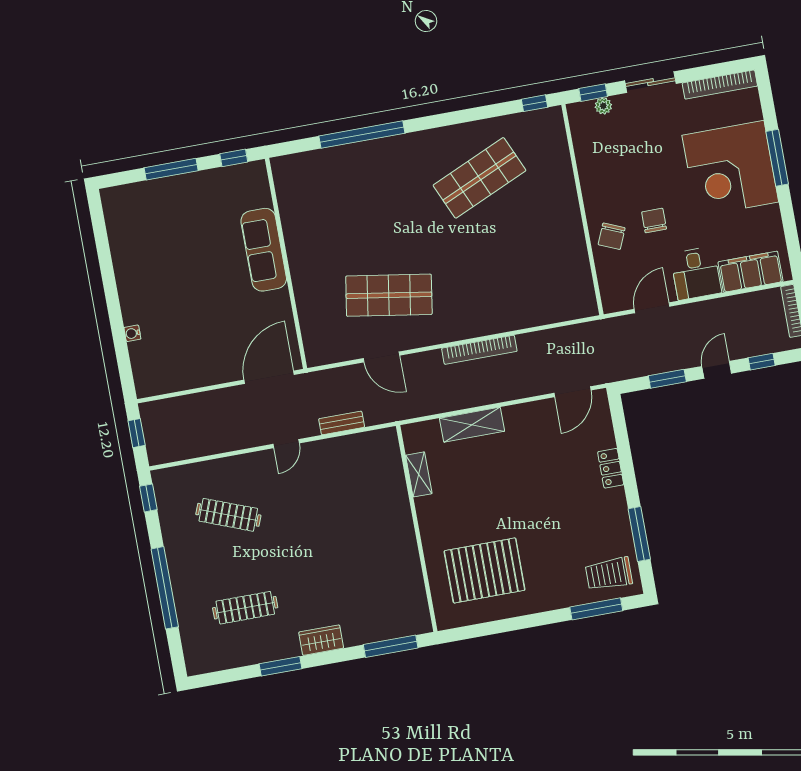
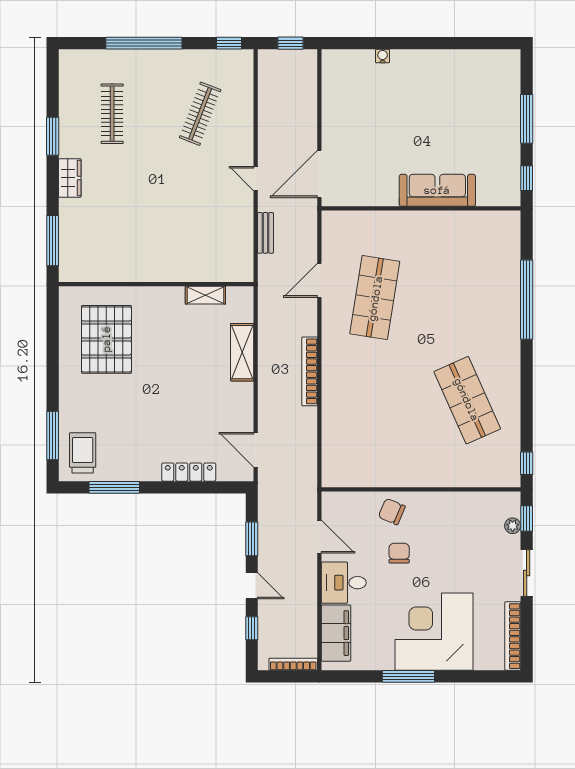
window: (777, 158) -> (408, 676), moved
chair: (654, 220) -> (399, 553), turned -90
door: (269, 377) -> (319, 174), swing flipped
locker: (611, 468) -> (189, 472), width x1.53

